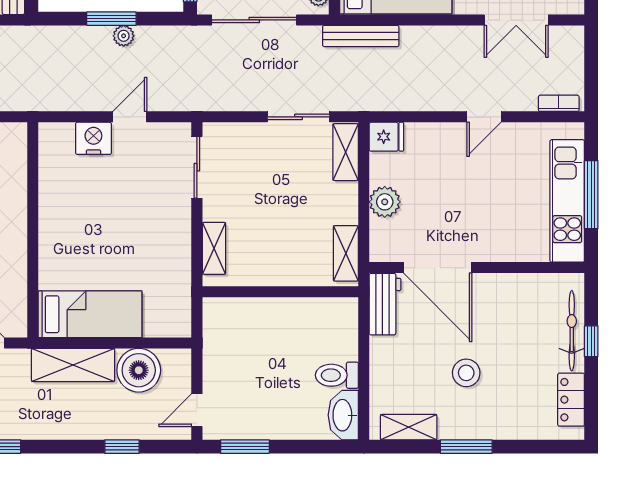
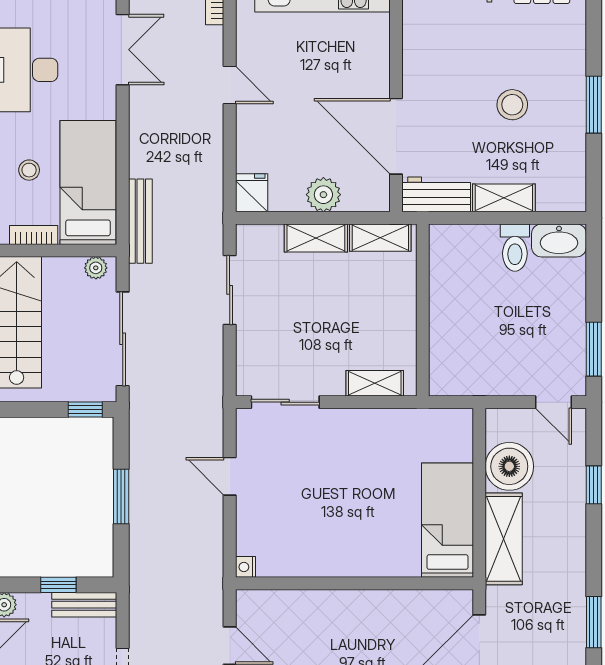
plant: (124, 36) -> (140, 483), removed
nightstand: (93, 138) -> (245, 567), moved, width x0.53, depth x0.56
shelving: (346, 152) -> (316, 238), moved
door: (438, 268) -> (396, 136), swing flipped
shelving: (409, 427) -> (504, 198), moved, turned 90

